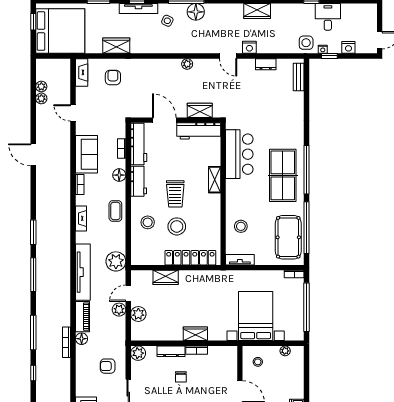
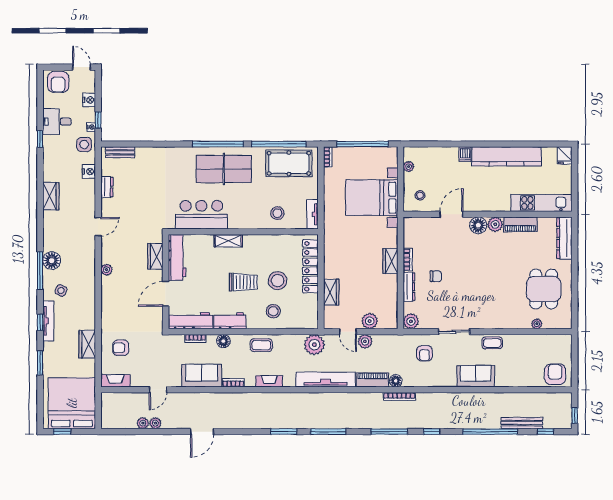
armchair: (366, 18) -> (58, 82), added
nightstand: (249, 47) -> (89, 171), moved
plant: (41, 86) -> (155, 423), moved

